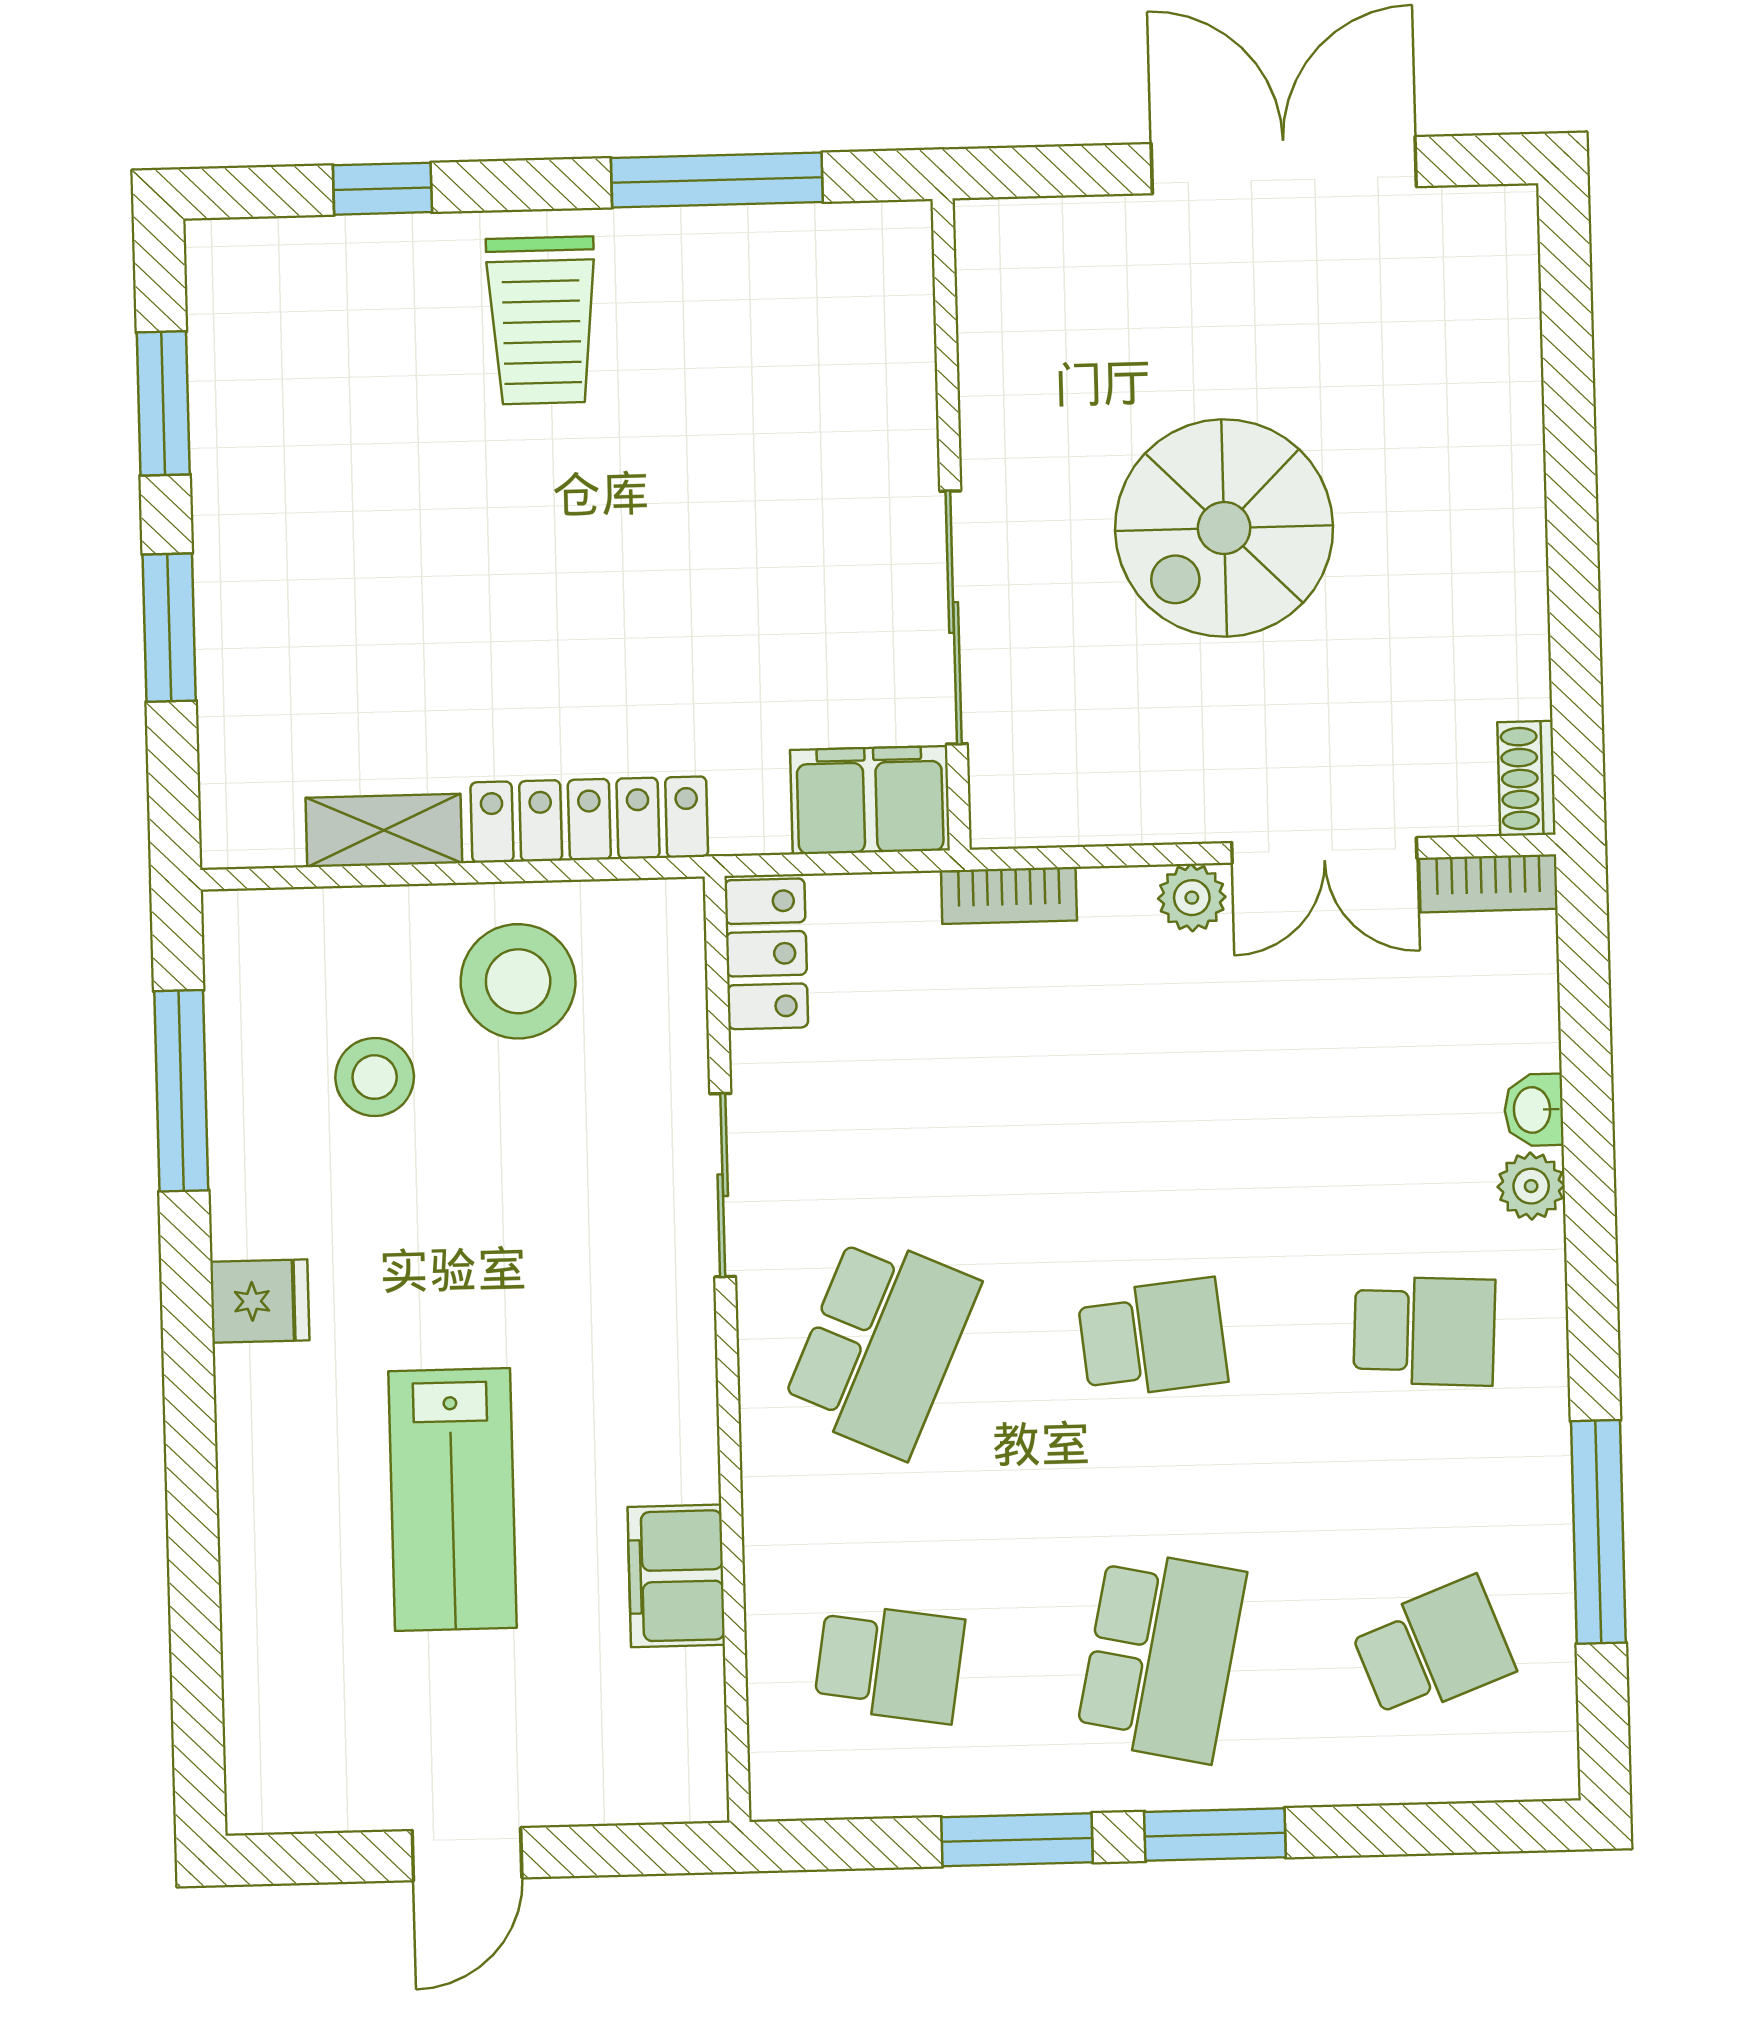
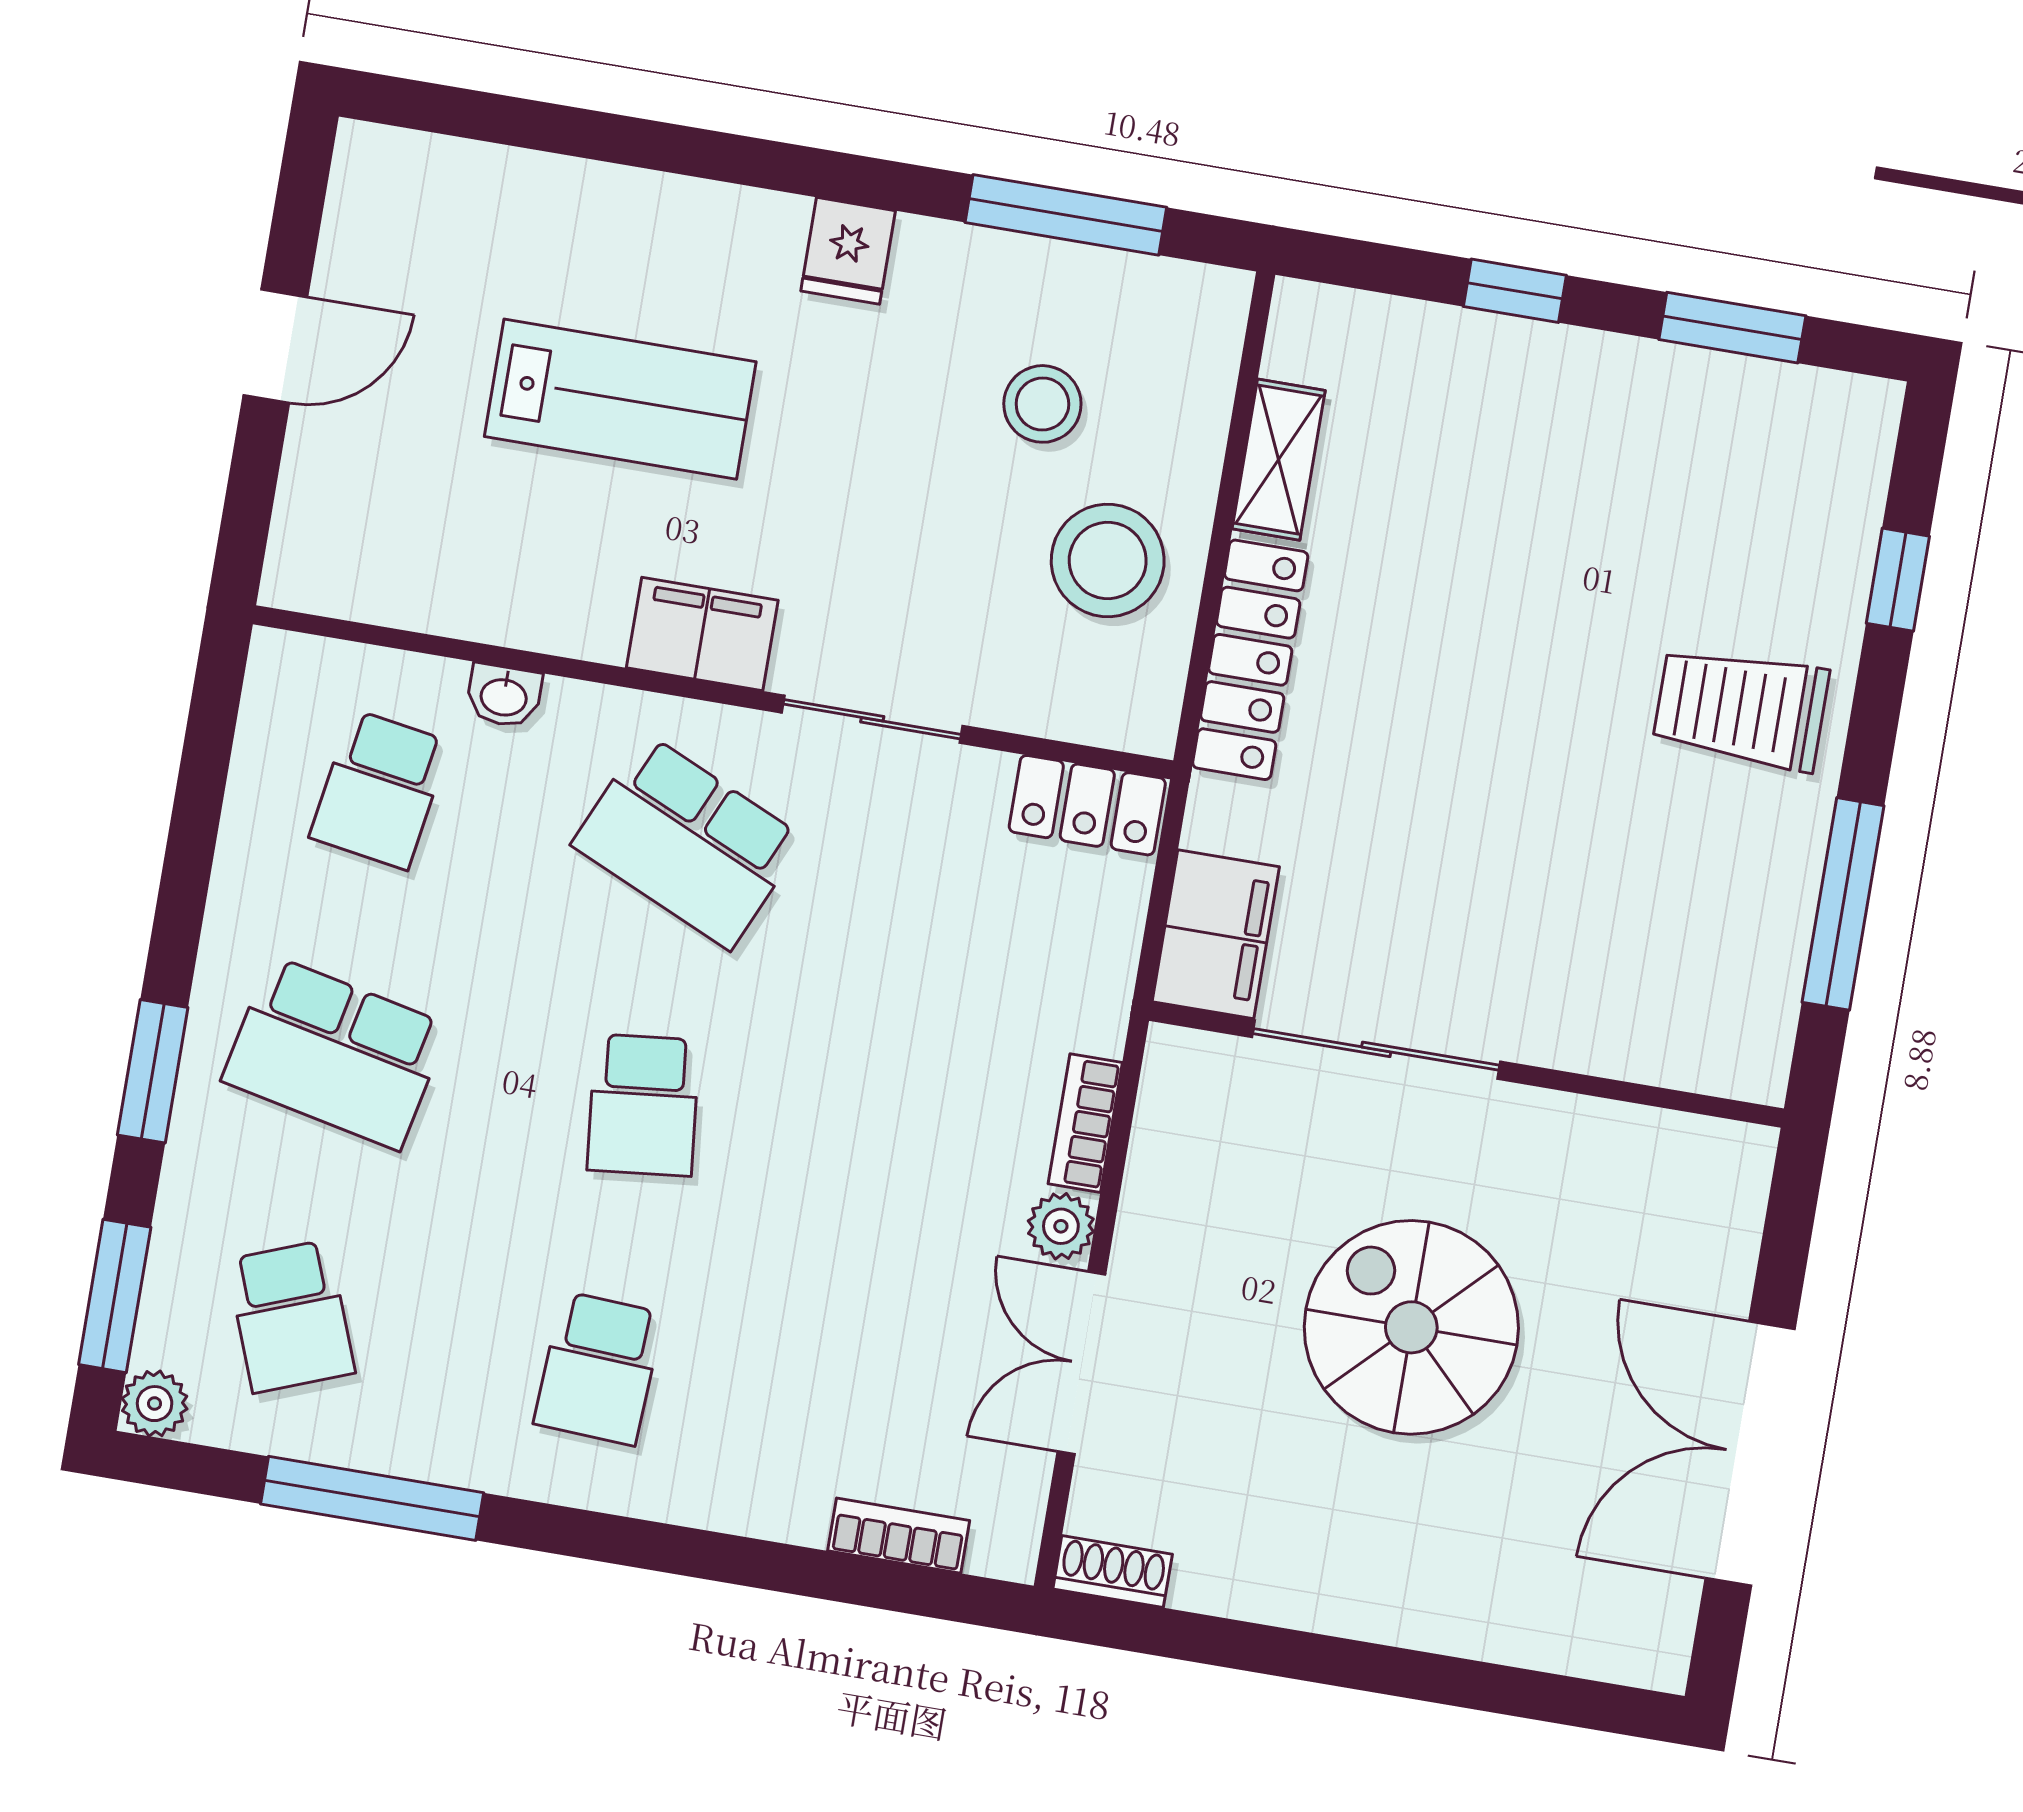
double door: (1284, 165) -> (1750, 1454), swing flipped
window: (169, 628) -> (1515, 291), width x0.67
bookcase: (1488, 883) -> (899, 1536), moved, turned 90
bookcase: (1009, 895) -> (1085, 1123), moved
washbasin: (1534, 1110) -> (504, 696), moved, turned 180
plant: (1531, 1186) -> (155, 1404), moved
lab bench: (452, 1499) -> (620, 399), turned 180
filing cabinet: (676, 1576) -> (702, 634), moved
window: (1017, 1840) -> (115, 1296), moved
door: (467, 1854) -> (275, 346), swing flipped

